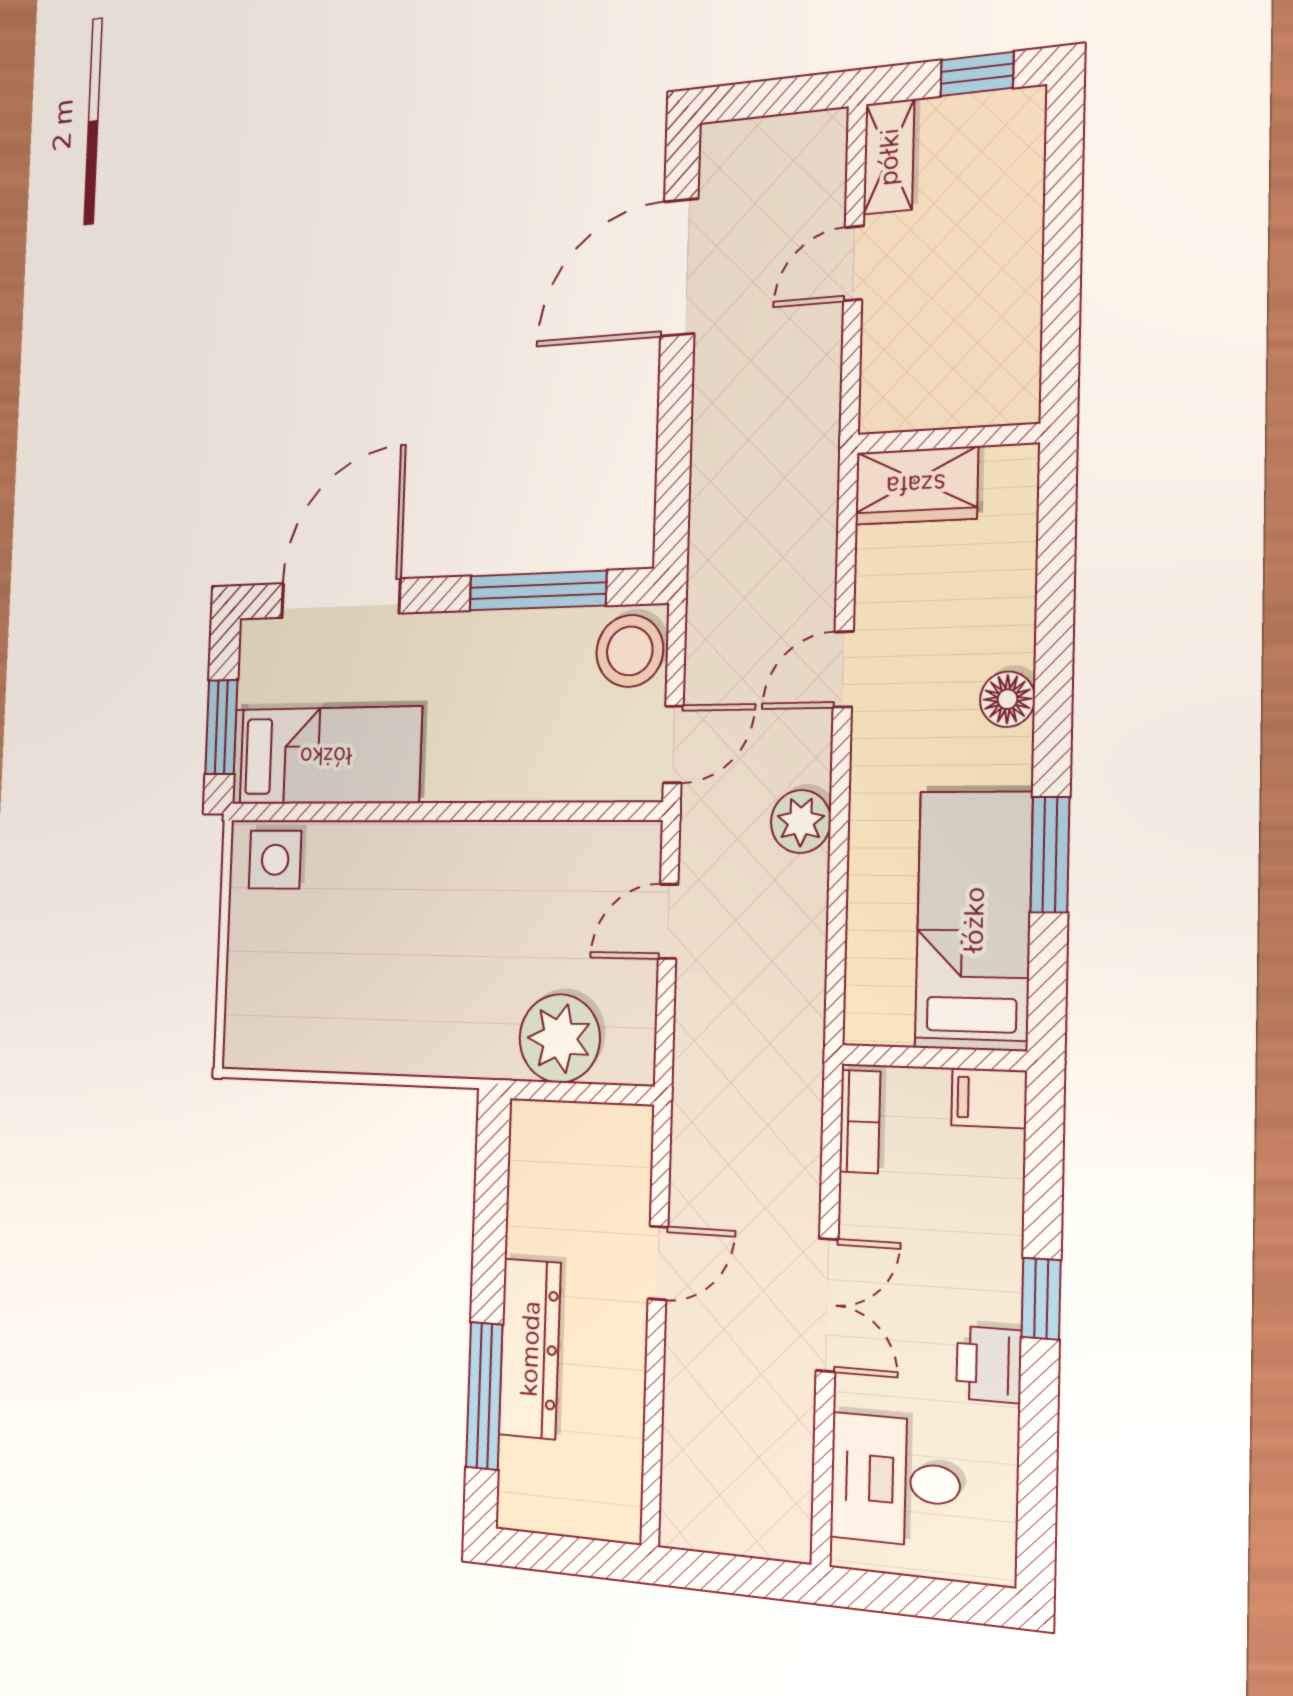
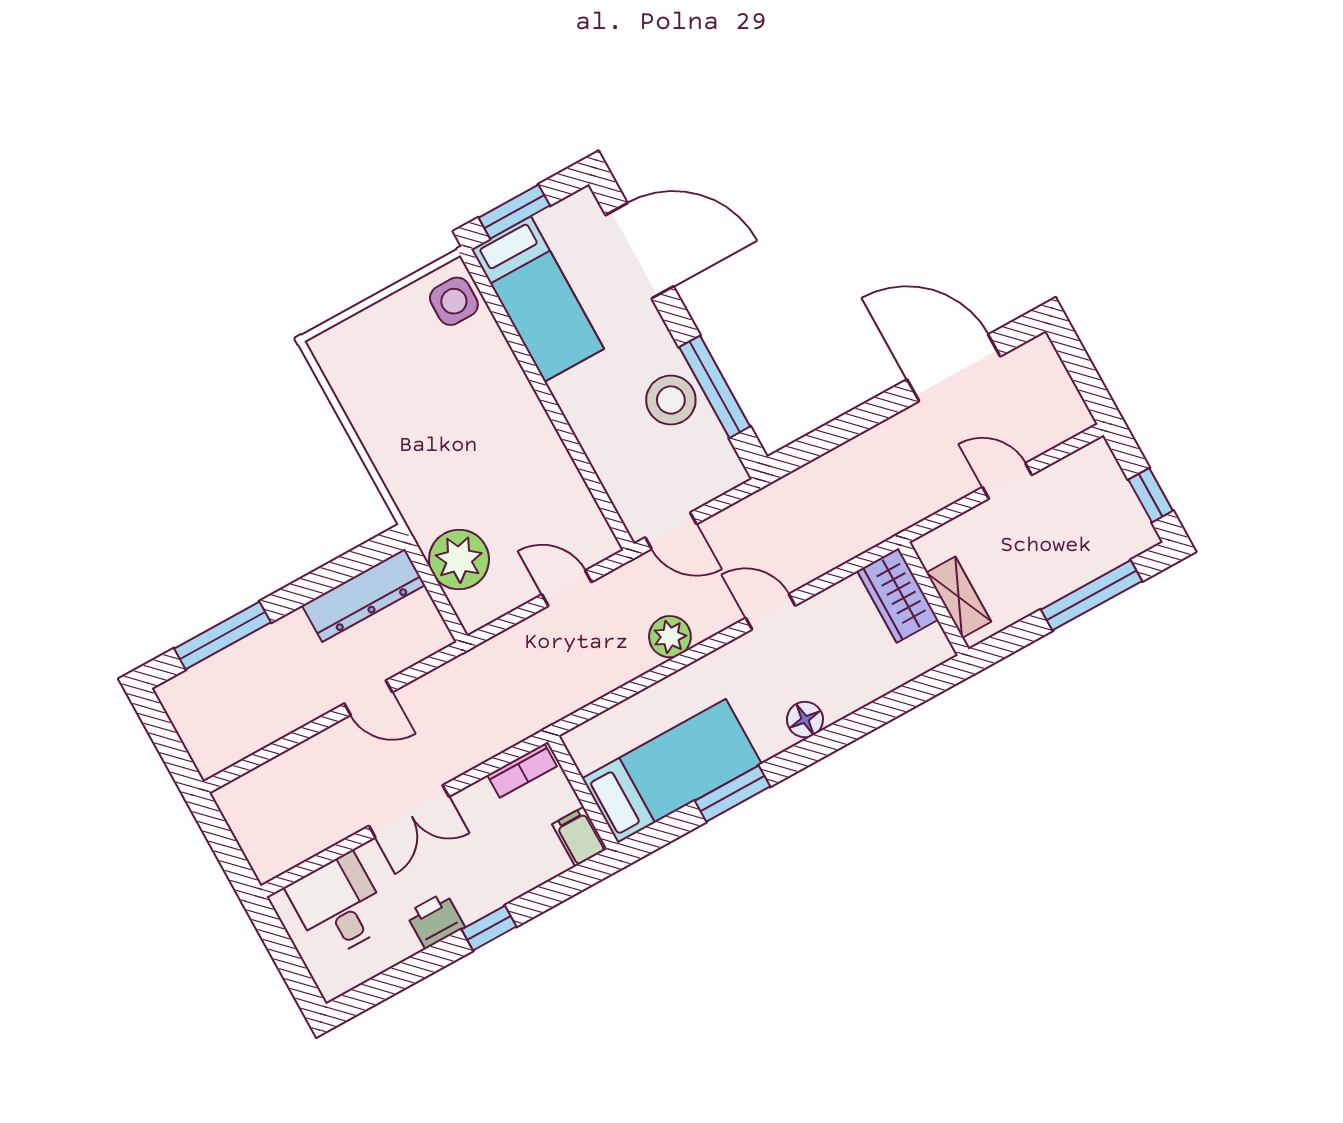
shelving: (889, 157) -> (959, 597), moved, turned 90
window: (1063, 217) -> (1092, 595), added
stool: (630, 651) -> (671, 400), moved
dresser: (530, 1349) -> (364, 595), moved

